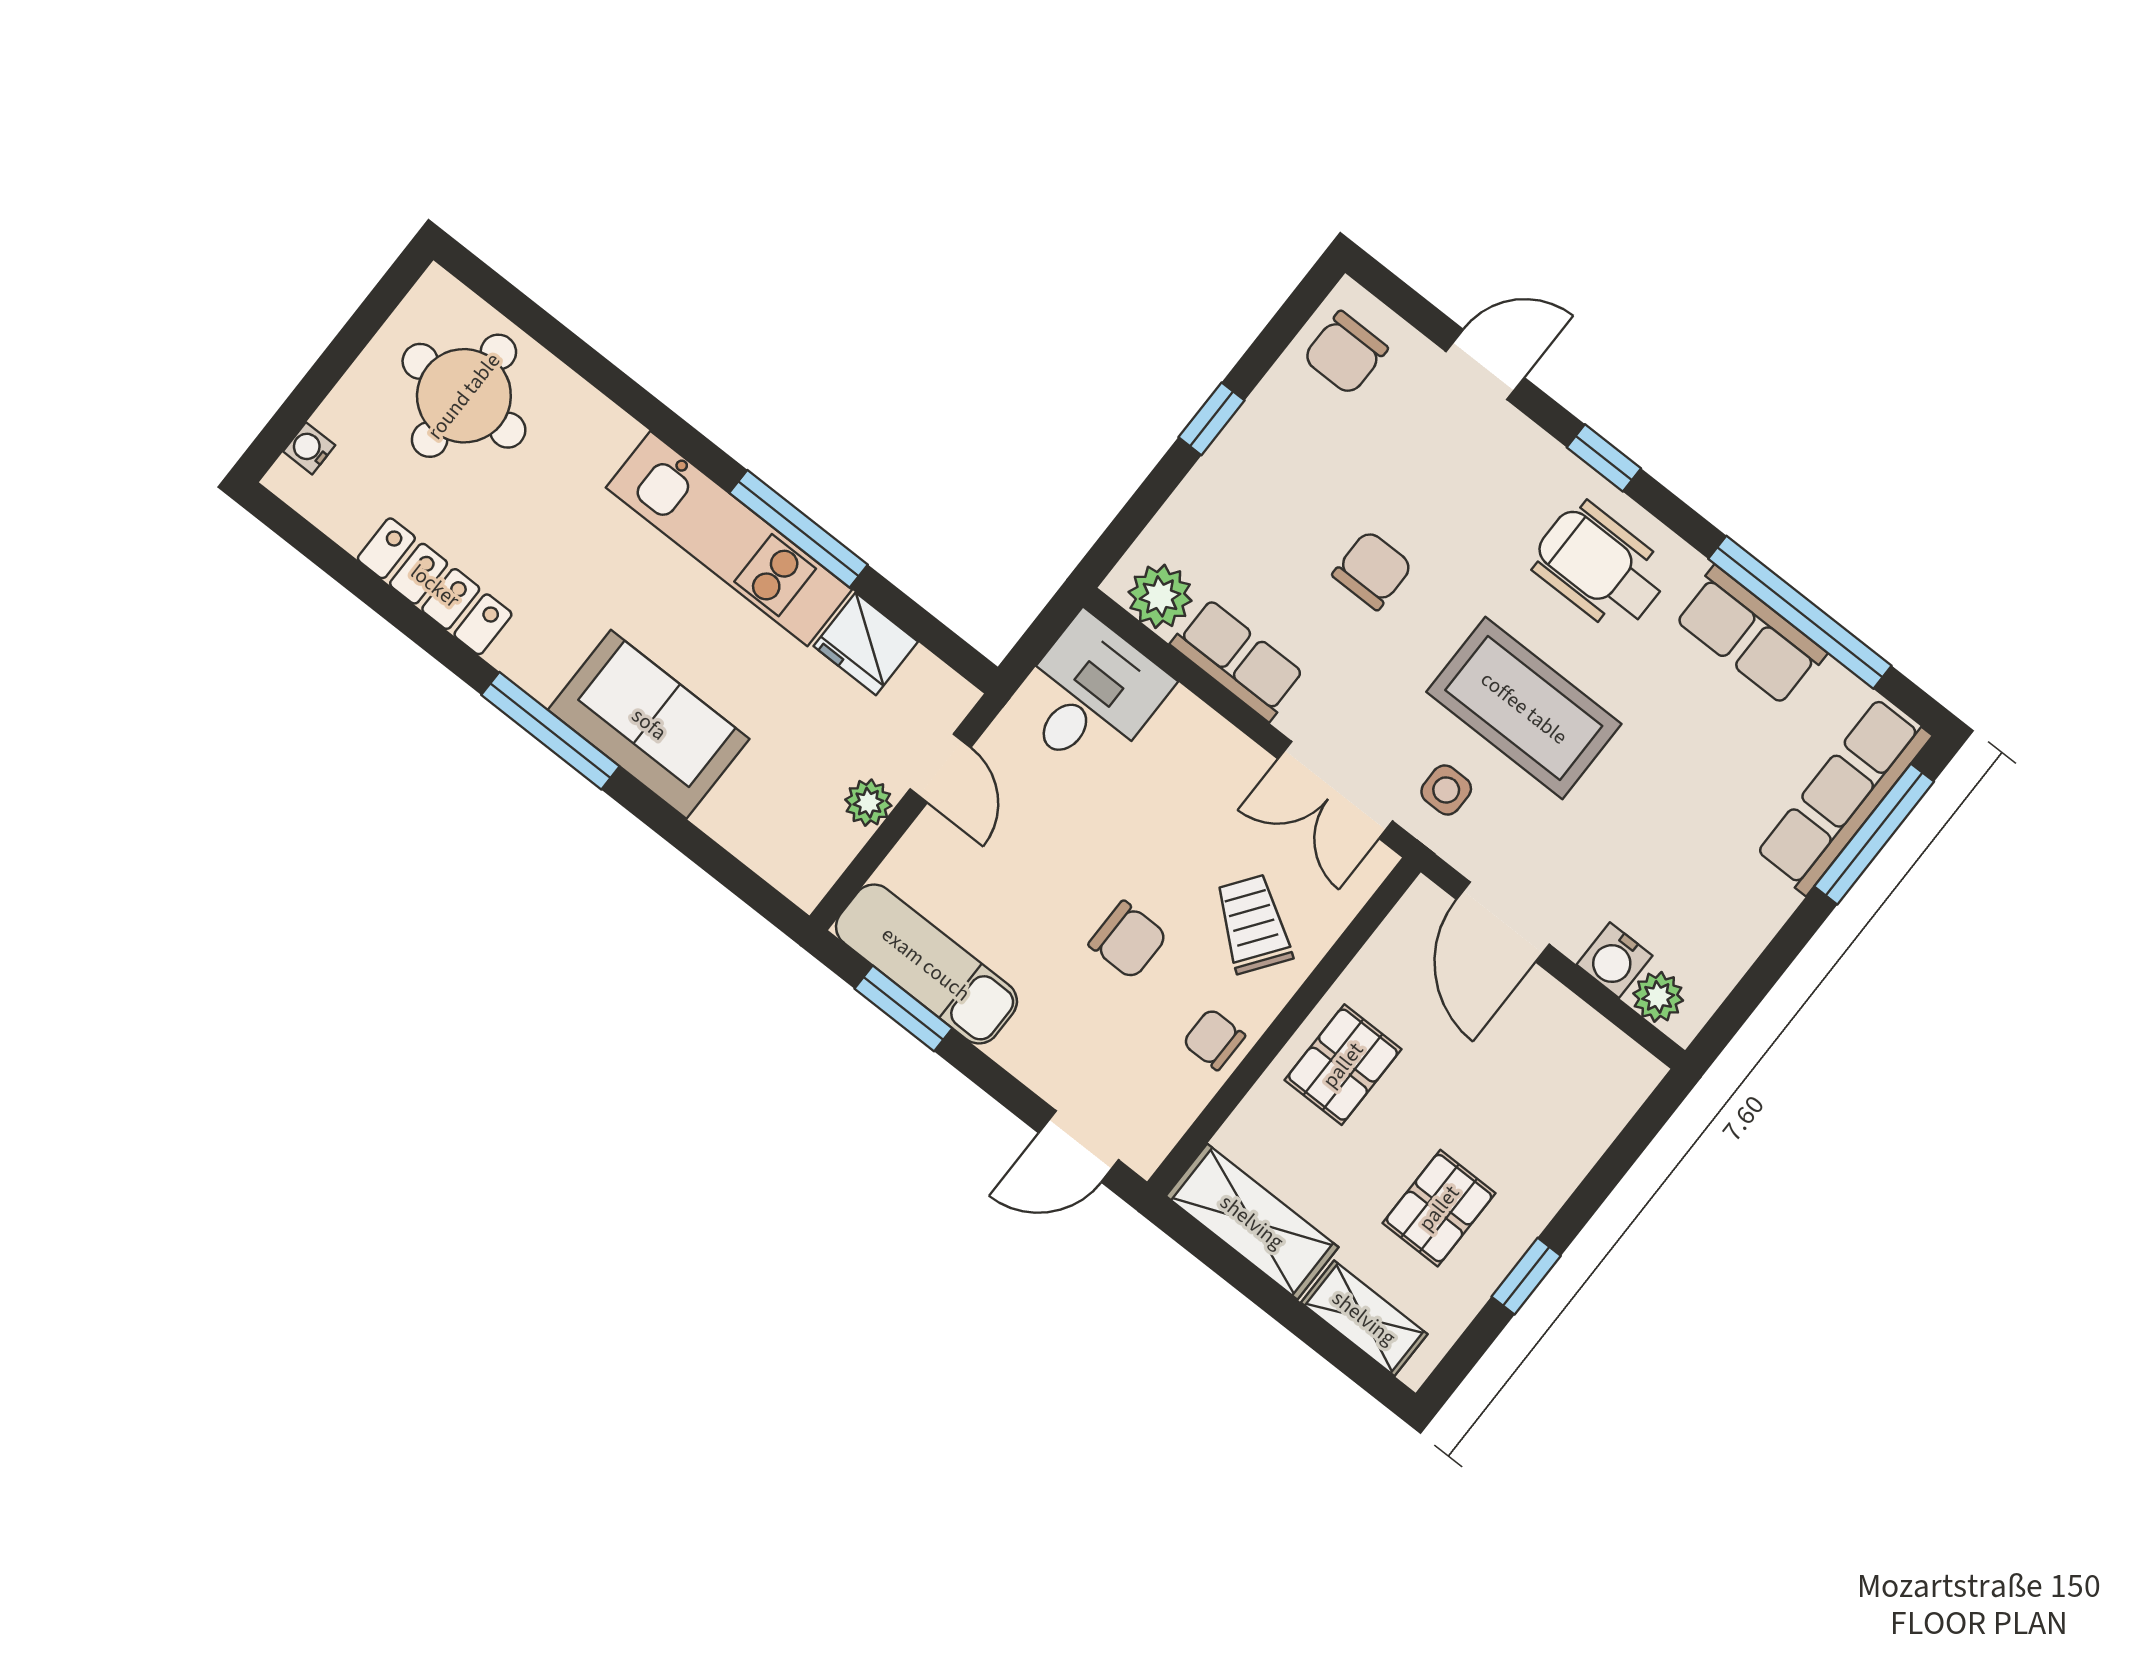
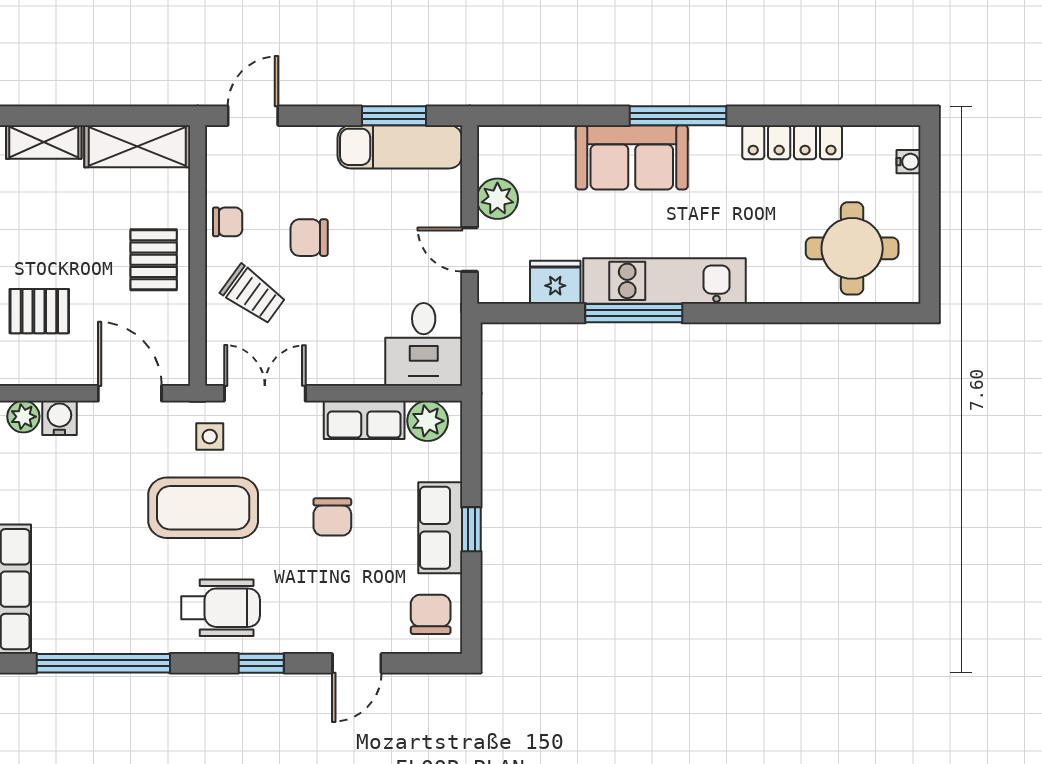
row of seats: (1750, 636) -> (440, 528), moved, turned -90
plant: (868, 803) -> (497, 199), width x1.38, depth x1.38
pallet: (1439, 1208) -> (39, 311), moved, turned 90

